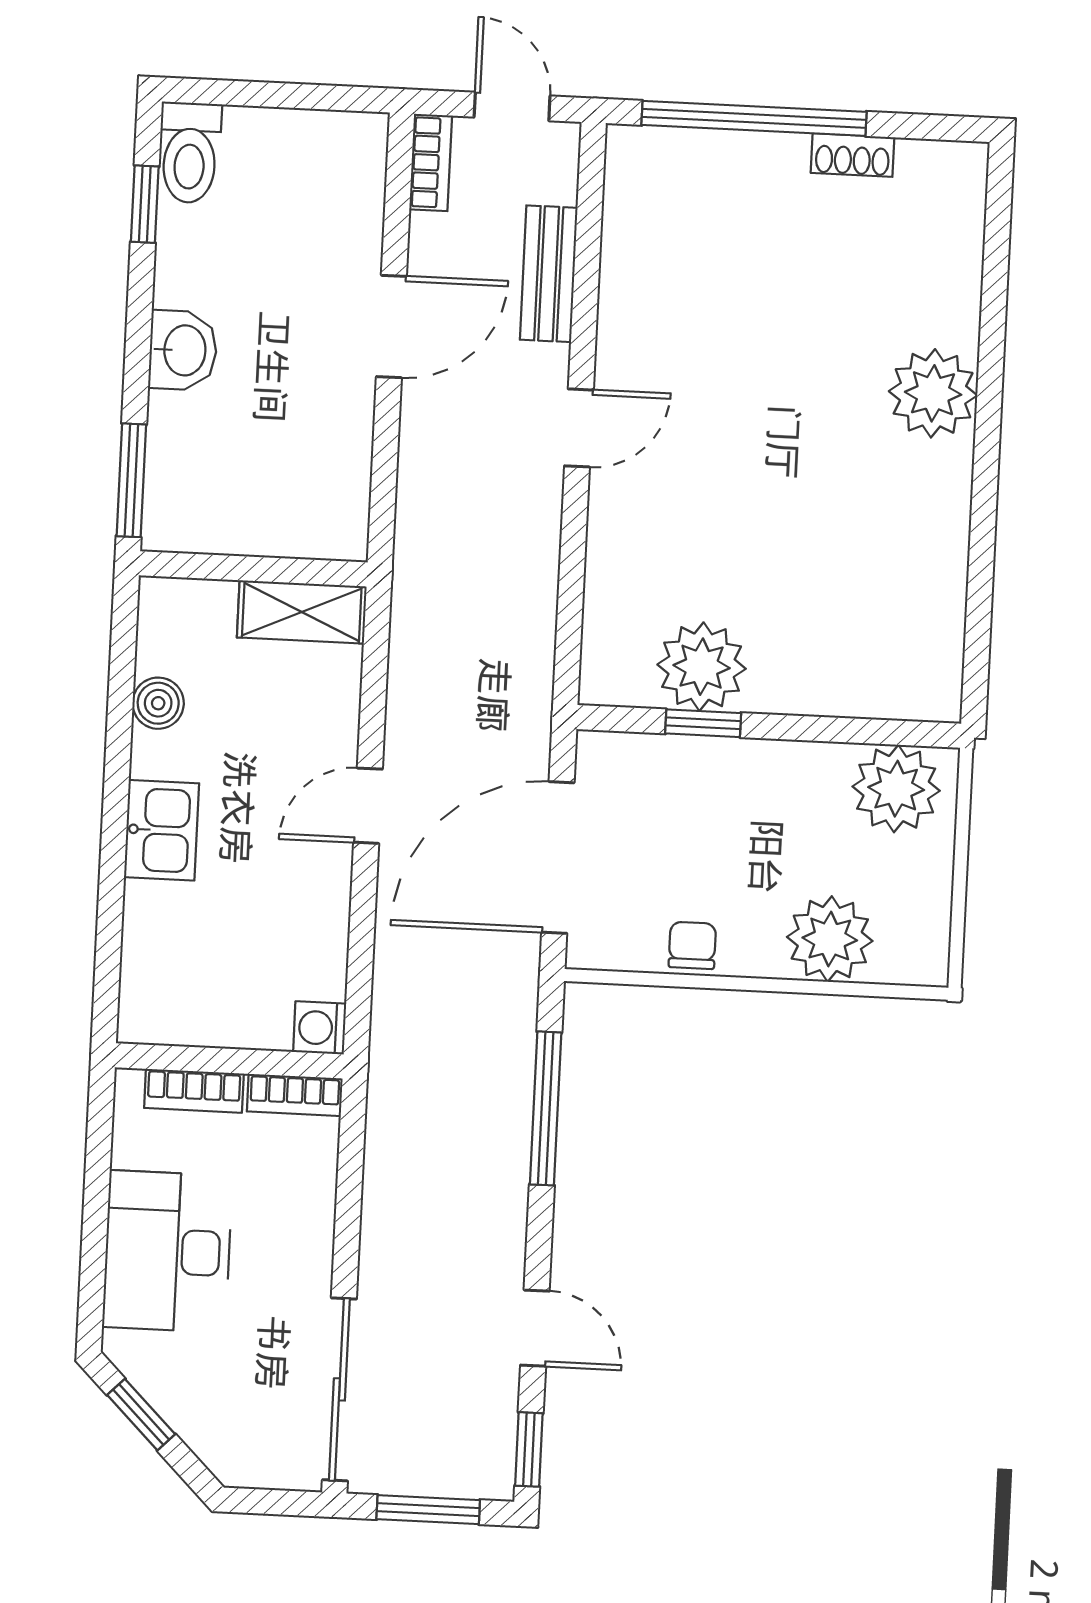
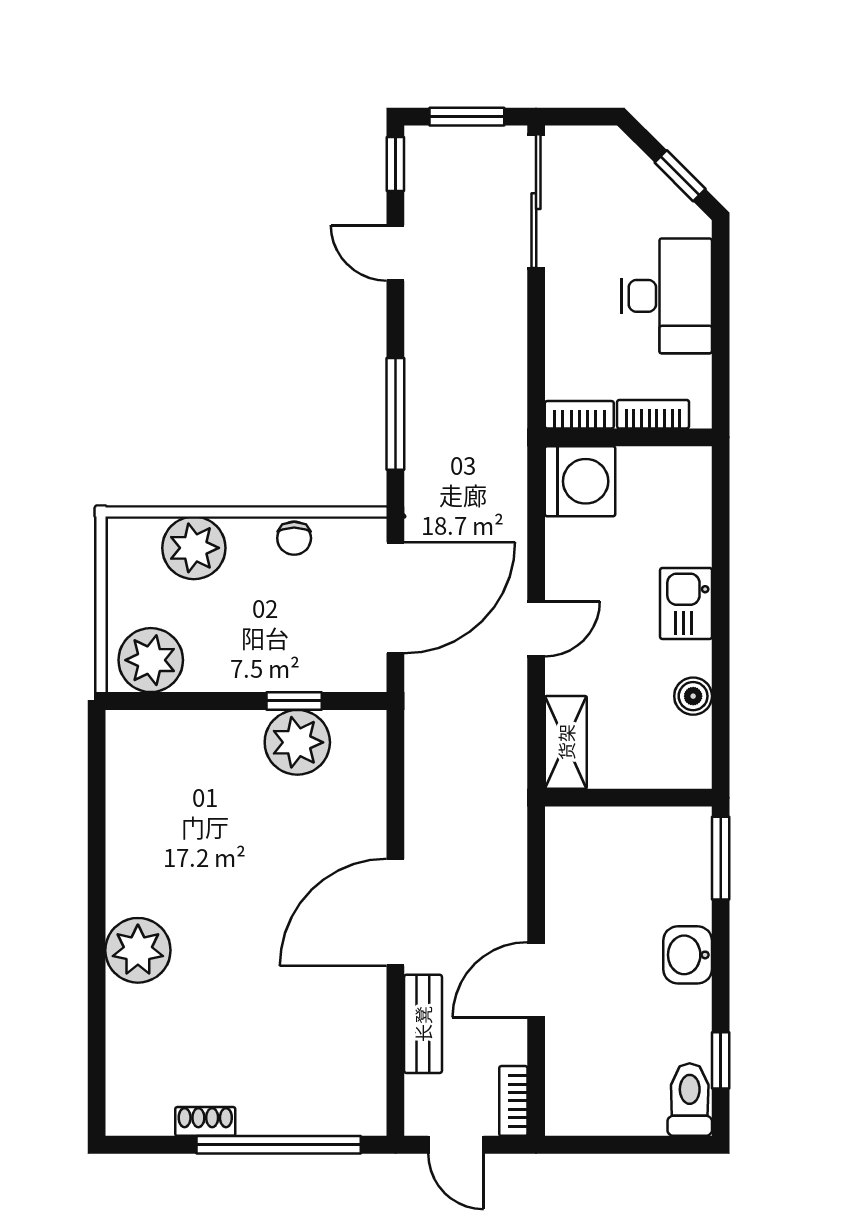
door: (579, 428) -> (395, 912), width x1.87
shelving: (302, 612) -> (566, 742), moved, turned 90
washing machine: (320, 1028) -> (580, 481), width x1.89, depth x1.89

